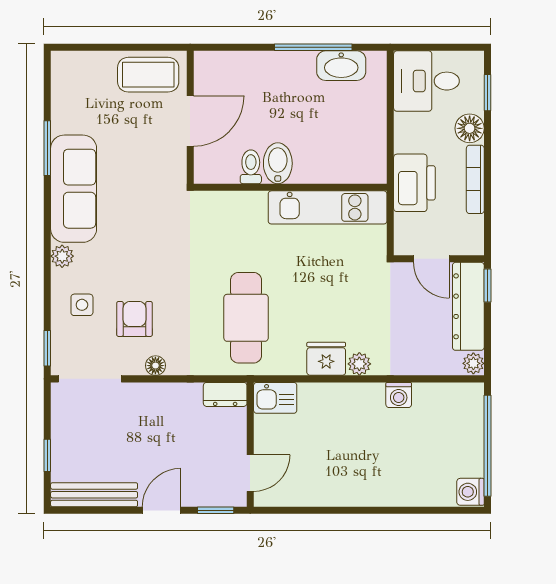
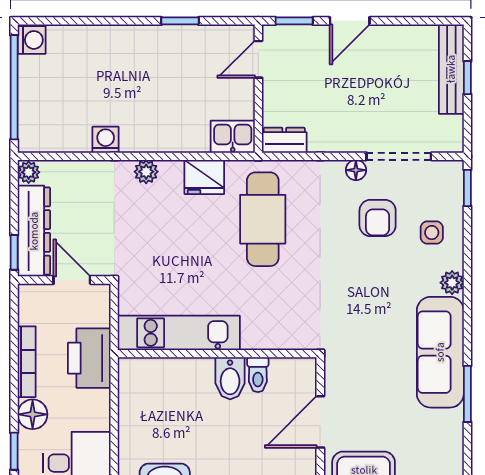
fridge: (326, 359) -> (204, 177), moved
doorway: (90, 379) -> (399, 156), moved
bench: (94, 495) -> (451, 69), moved, turned 90
window: (326, 510) -> (180, 21), added

